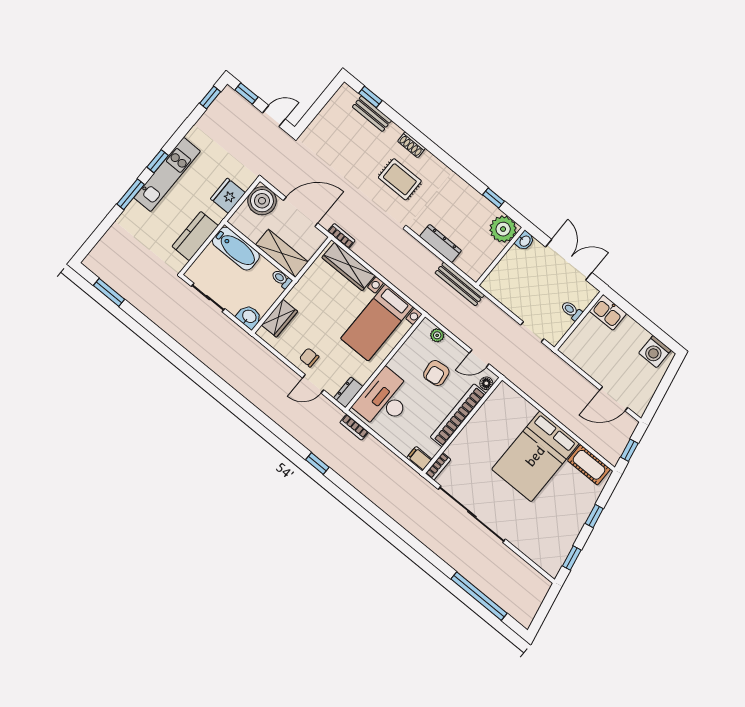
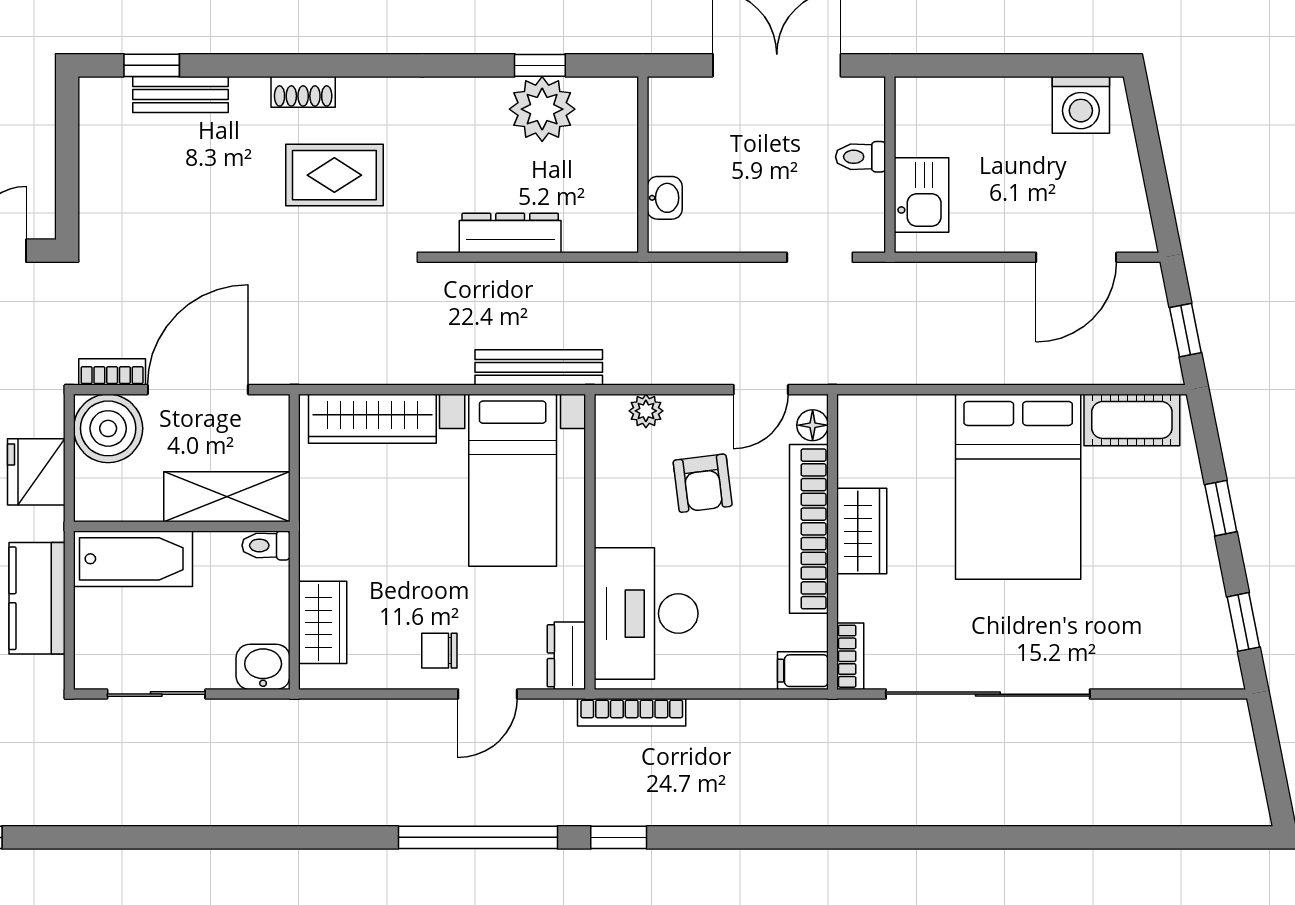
plant: (503, 229) -> (542, 109), moved
bookcase: (341, 236) -> (112, 372), moved
washbasin: (525, 241) -> (665, 198), moved
bench: (460, 284) -> (539, 367), moved
kitchen sink: (608, 312) -> (921, 195), moved, turned -90
bookcase: (354, 427) -> (632, 712), width x1.56
wardrobe: (474, 430) -> (862, 531), added
window: (479, 596) -> (478, 837), moved

